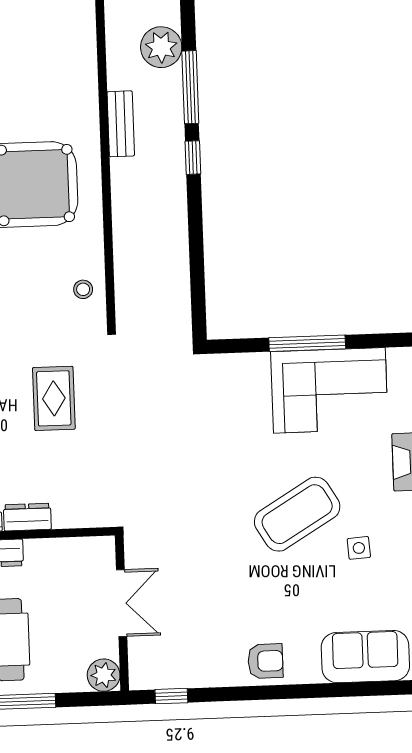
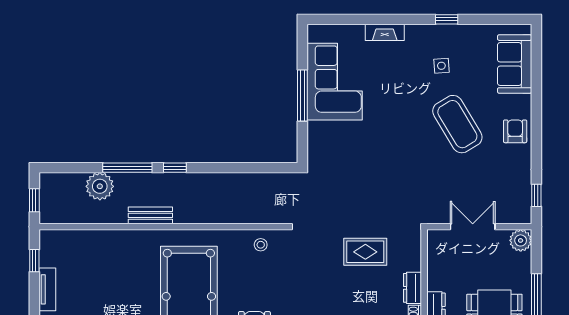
rug: (54, 398) -> (365, 252), moved
coffee table: (297, 514) -> (457, 124), moved

